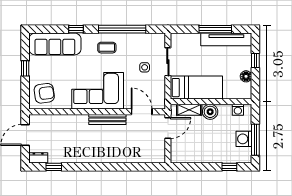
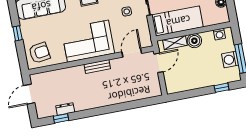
door: (142, 112) -> (132, 53), hinge flipped
bench: (107, 119) -> (97, 66), width x0.73
dresser: (38, 158) -> (65, 109), moved

